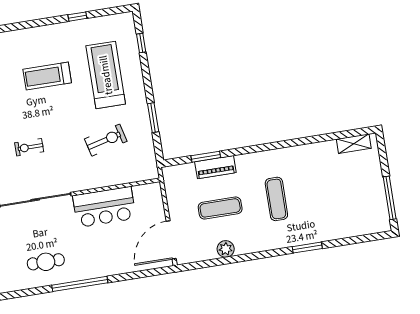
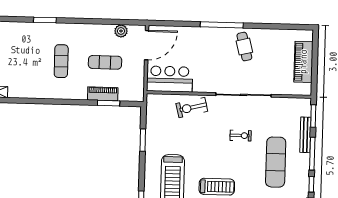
exercise bike: (106, 140) -> (192, 107), moved
bar counter: (104, 207) -> (170, 79), moved
plant: (226, 249) -> (121, 31), moved
cafe table: (46, 262) -> (244, 47), turned 76

